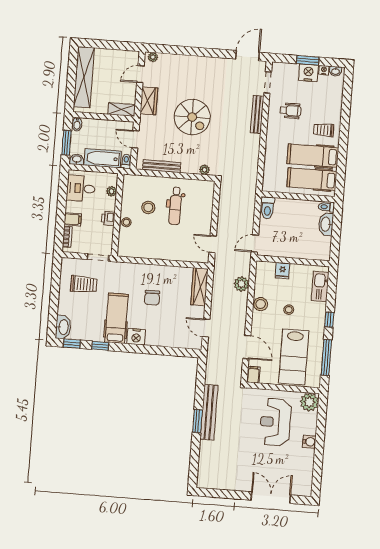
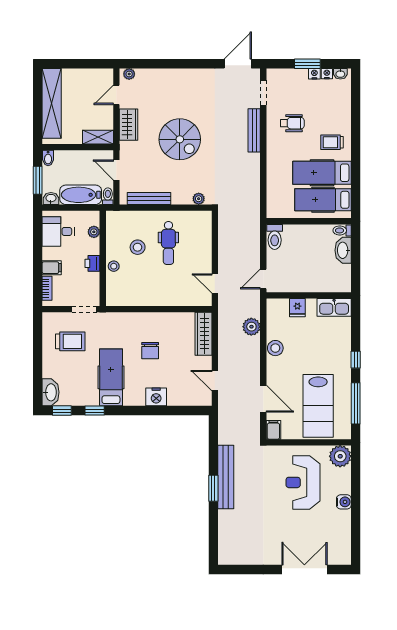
nightstand: (308, 73) -> (314, 74), width x0.53, depth x0.56
kitchen sink: (320, 286) -> (334, 307), moved, turned -90
stool: (289, 310) -> (308, 352), removed
nightstand: (136, 337) -> (156, 397), moved

